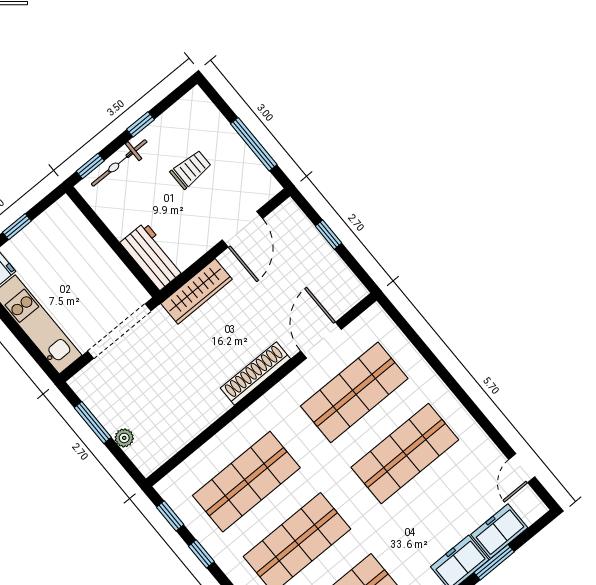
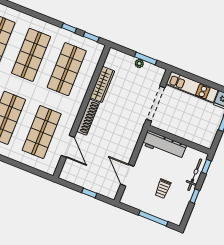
window: (254, 144) -> (153, 218), moved
workbench: (152, 256) -> (164, 145), width x1.37
wardrobe: (196, 291) -> (102, 84), moved, turned 180
plant: (124, 438) -> (139, 63), moved

